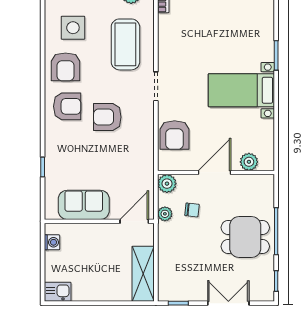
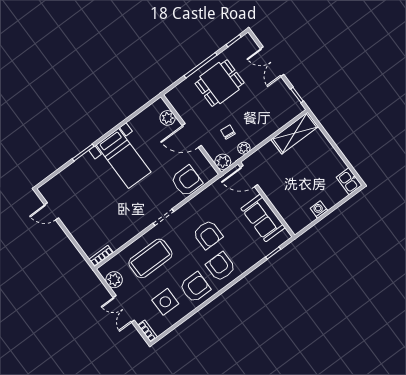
sofa: (84, 205) -> (263, 218), moved
wall: (99, 221) -> (266, 200), moved
door: (134, 221) -> (249, 176), moved
dining table: (245, 237) -> (220, 83), turned 90

